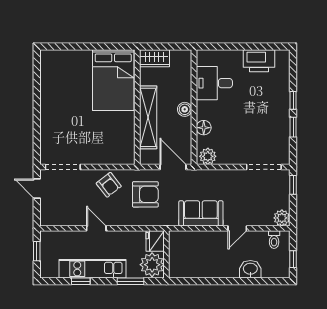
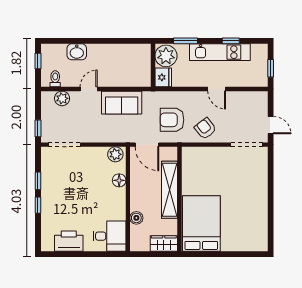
desk: (214, 83) -> (109, 236), moved
boiler: (185, 109) -> (136, 218), moved
plant: (282, 218) -> (62, 98), moved

